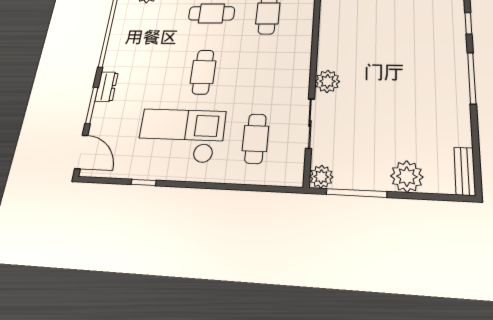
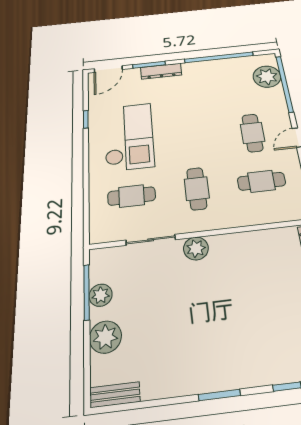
cafe table: (203, 72) -> (197, 189), moved, turned 90
window: (472, 78) -> (219, 395), width x0.69
dresser: (107, 87) -> (161, 71), width x1.44
plant: (321, 177) -> (101, 295), moved

